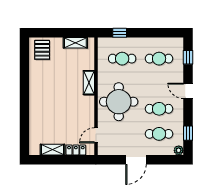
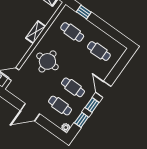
window: (188, 57) -> (92, 105), moved
round table: (119, 102) -> (47, 61), width x0.73, depth x0.73

